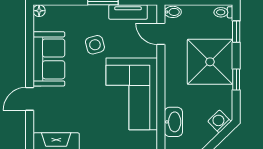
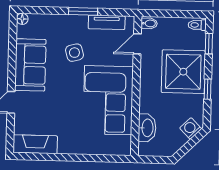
door: (161, 34) -> (137, 44), hinge flipped

